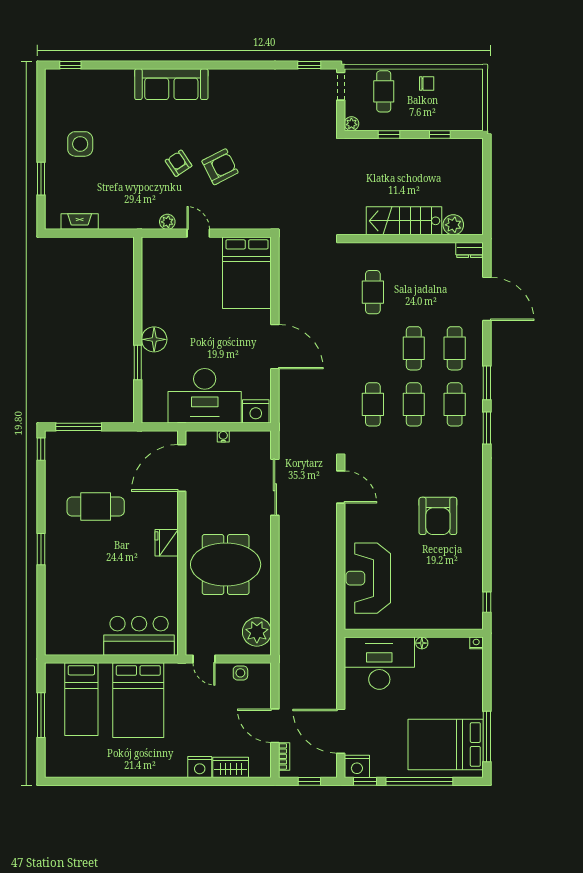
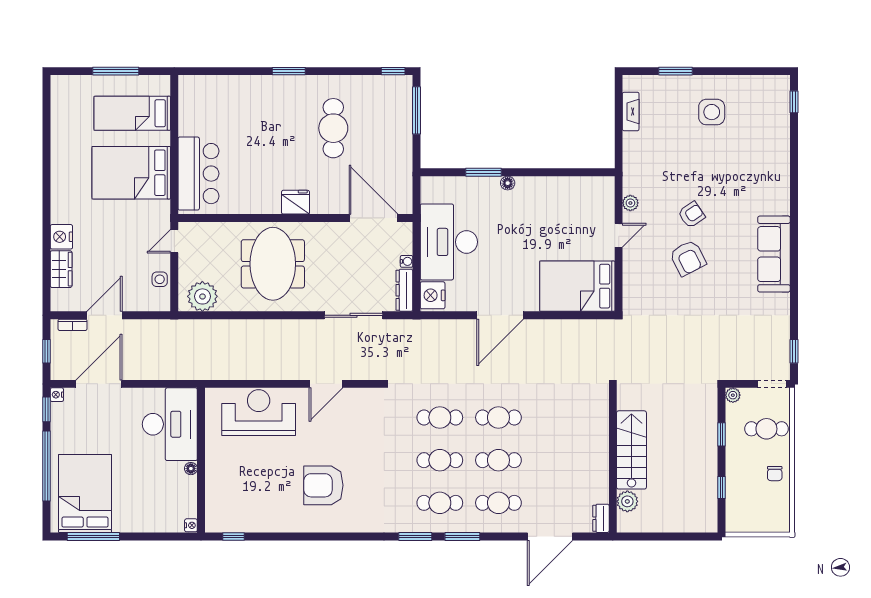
sofa: (171, 84) -> (774, 254), moved
cafe table: (373, 292) -> (498, 417), moved
floor lamp: (154, 339) -> (508, 183), width x0.53, depth x0.53
dresser: (251, 438) -> (404, 290), added
door: (341, 487) -> (326, 384), moved
nightstand: (357, 766) -> (57, 395), width x0.53, depth x0.56

